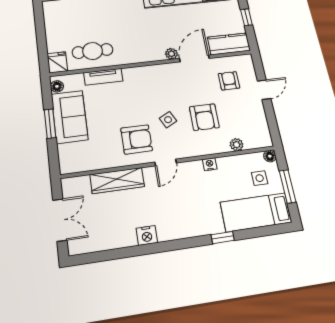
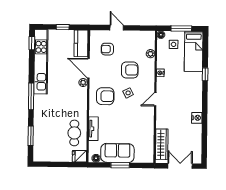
armchair: (137, 139) -> (105, 96), moved, turned 90
door: (166, 162) -> (155, 99), swing flipped
wardrobe: (117, 181) -> (162, 144), moved

